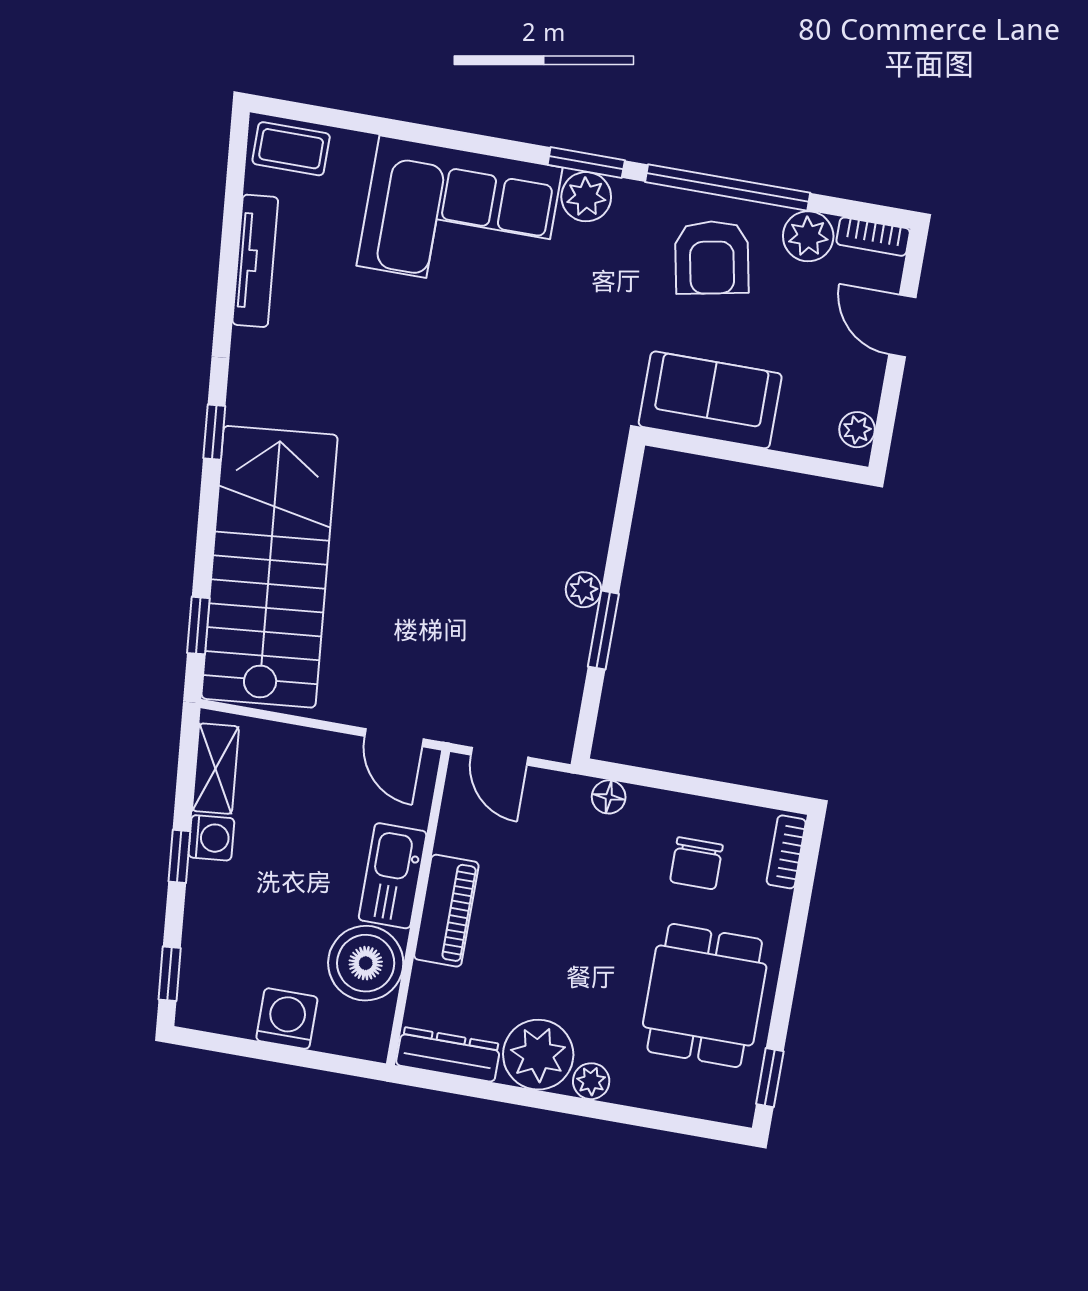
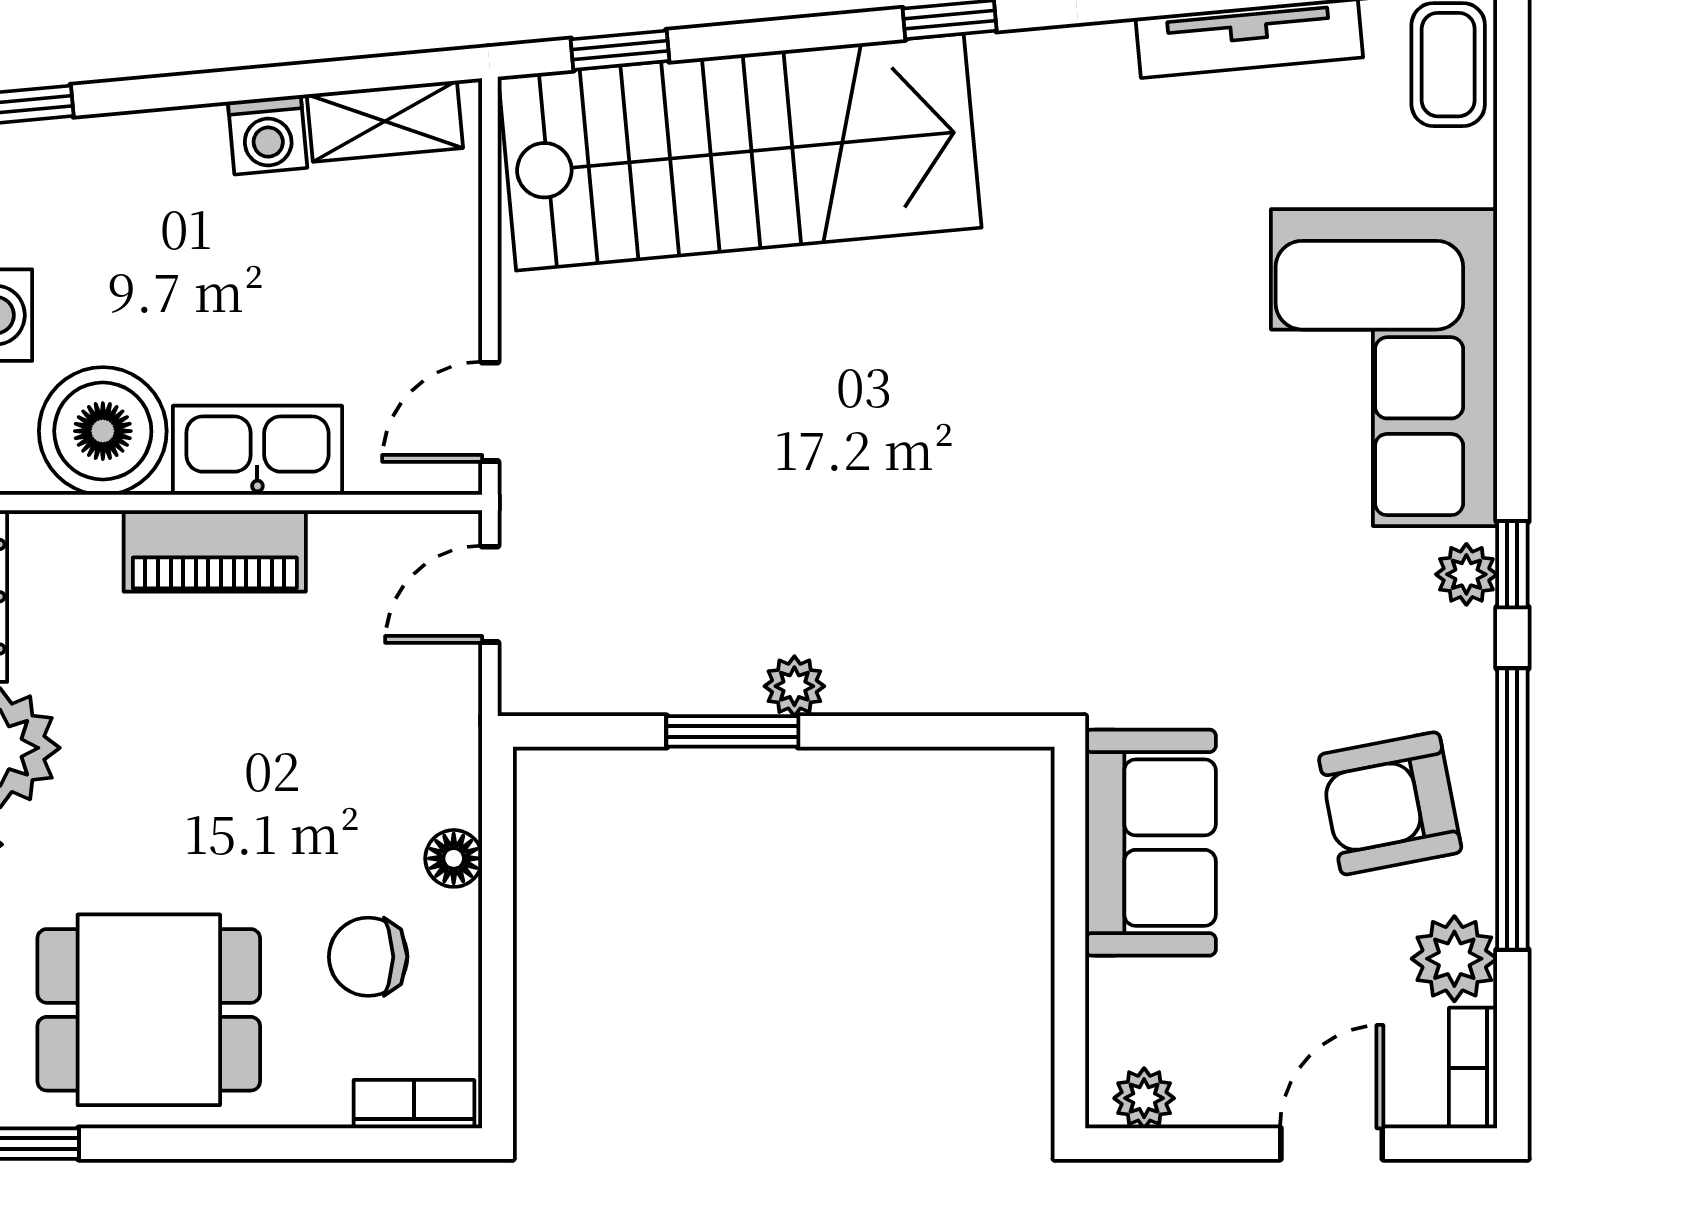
window: (586, 163) -> (1512, 564), width x0.67
plant: (586, 197) -> (1466, 574), width x0.73, depth x0.73
floor lamp: (609, 797) -> (454, 858), moved
window: (179, 856) -> (227, 86), removed

